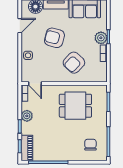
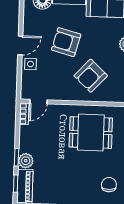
door: (20, 26) -> (20, 45), moved
door: (35, 84) -> (38, 102), hinge flipped
plant: (27, 116) -> (26, 161), moved

